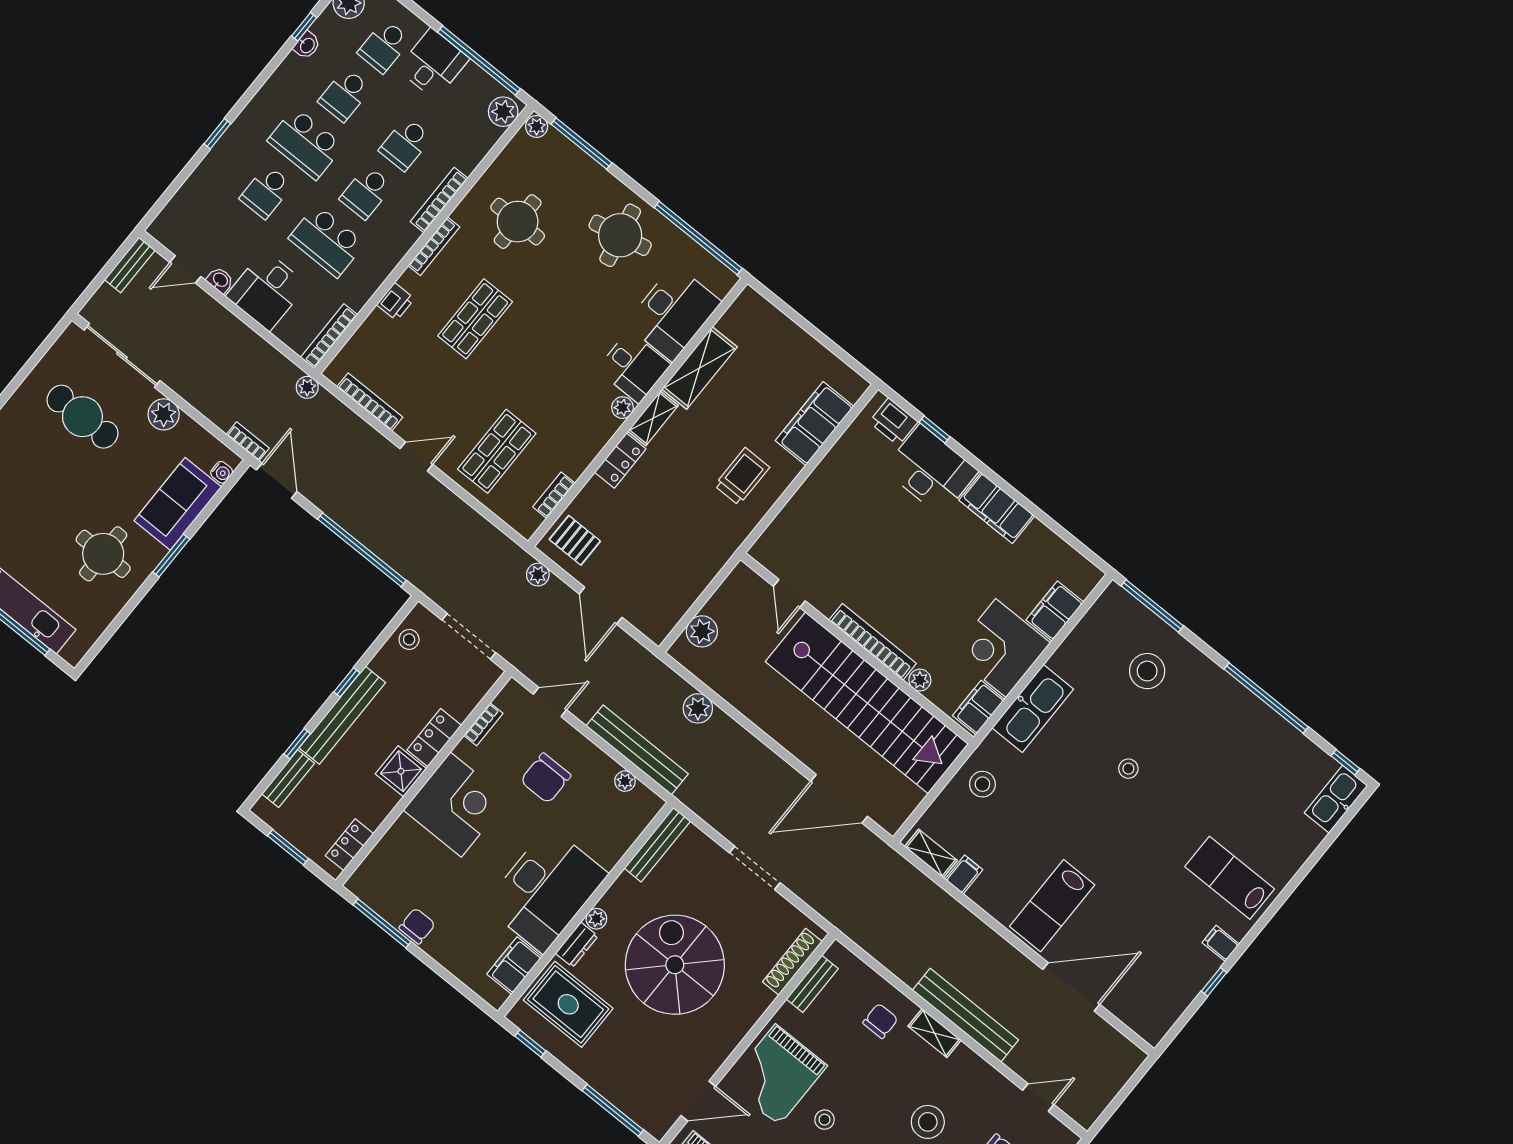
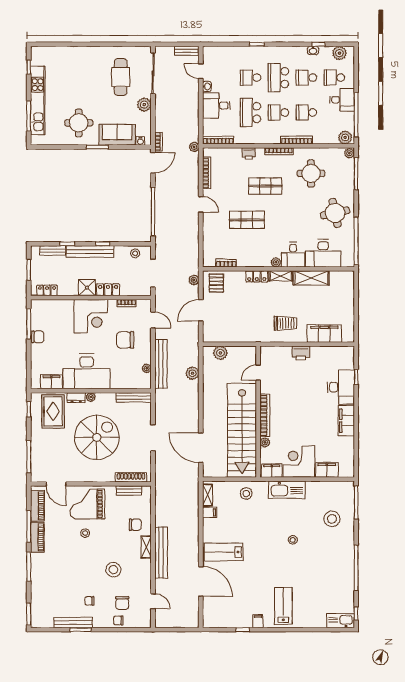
printer: (894, 422) -> (301, 353), moved, turned -90
shop shelf: (497, 451) -> (247, 220), moved

